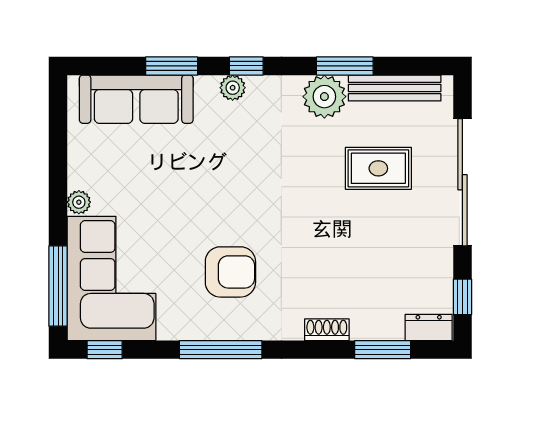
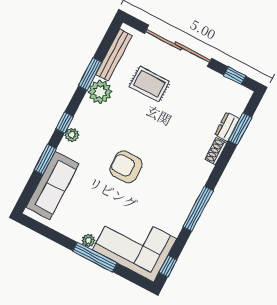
rug: (378, 168) -> (149, 84), turned 90
armchair: (230, 272) -> (126, 167), moved, turned -90
window: (58, 286) -> (95, 257), moved
dresser: (429, 327) -> (227, 127), moved

